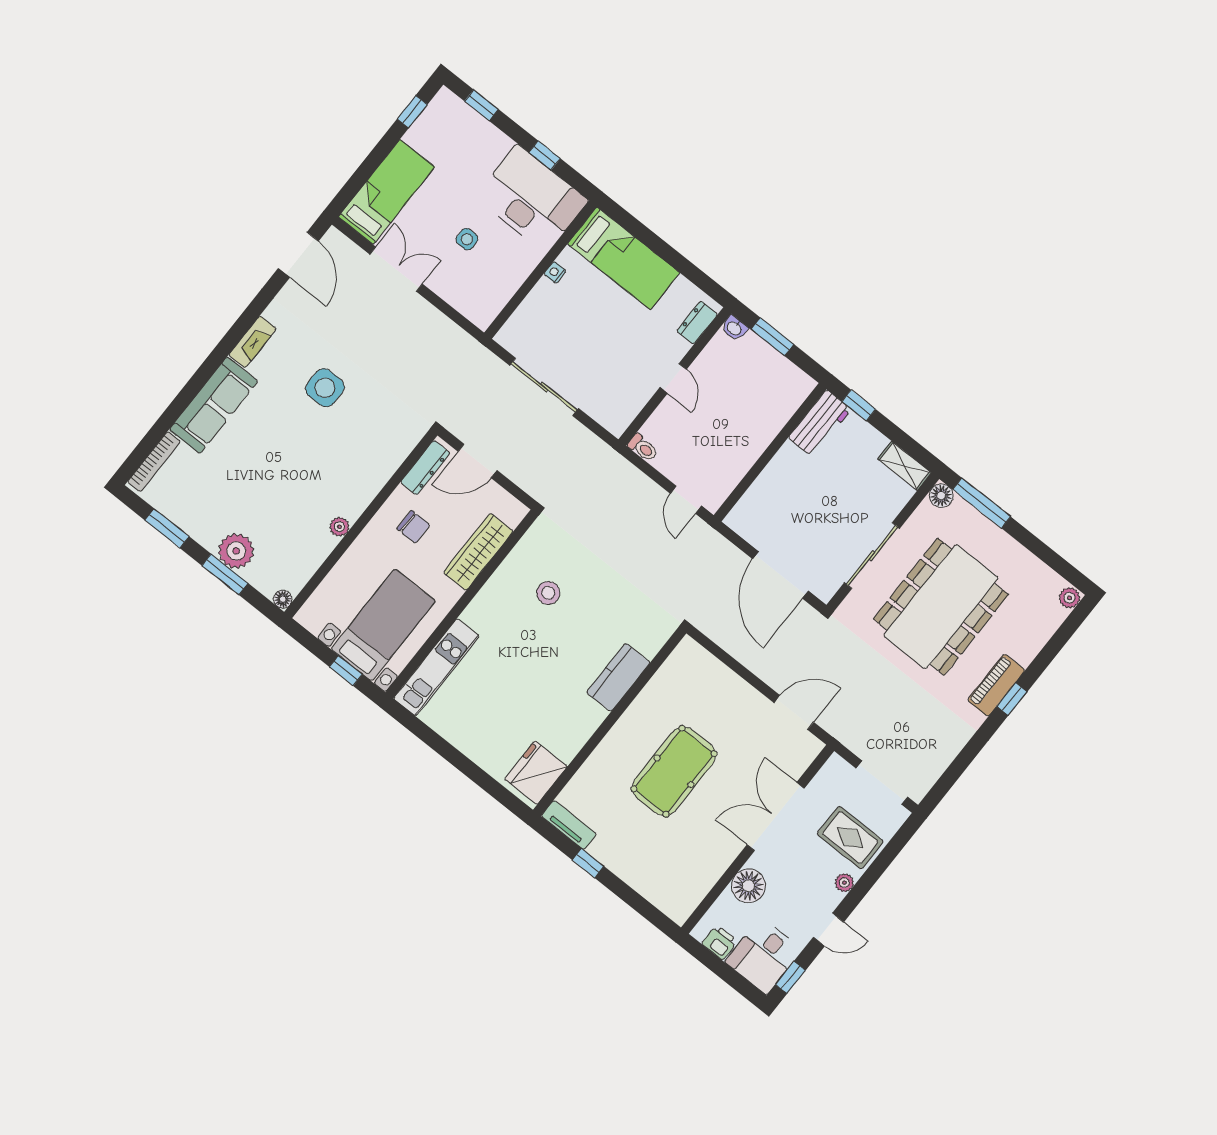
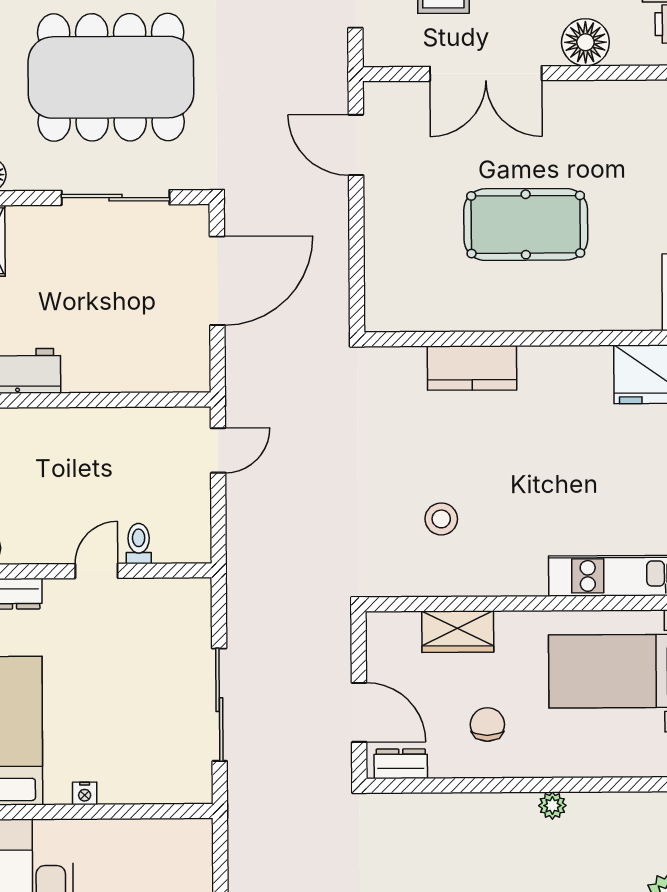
toilet: (643, 448) -> (139, 544), moved
dresser: (425, 468) -> (401, 764), width x0.70
wardrobe: (478, 552) -> (458, 632), width x0.67

